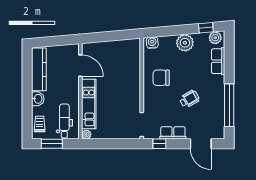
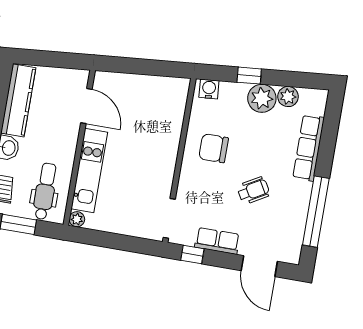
window: (206, 28) -> (249, 76), moved
plant: (215, 38) -> (288, 97), moved
row of seats: (218, 61) -> (309, 148), width x1.48

